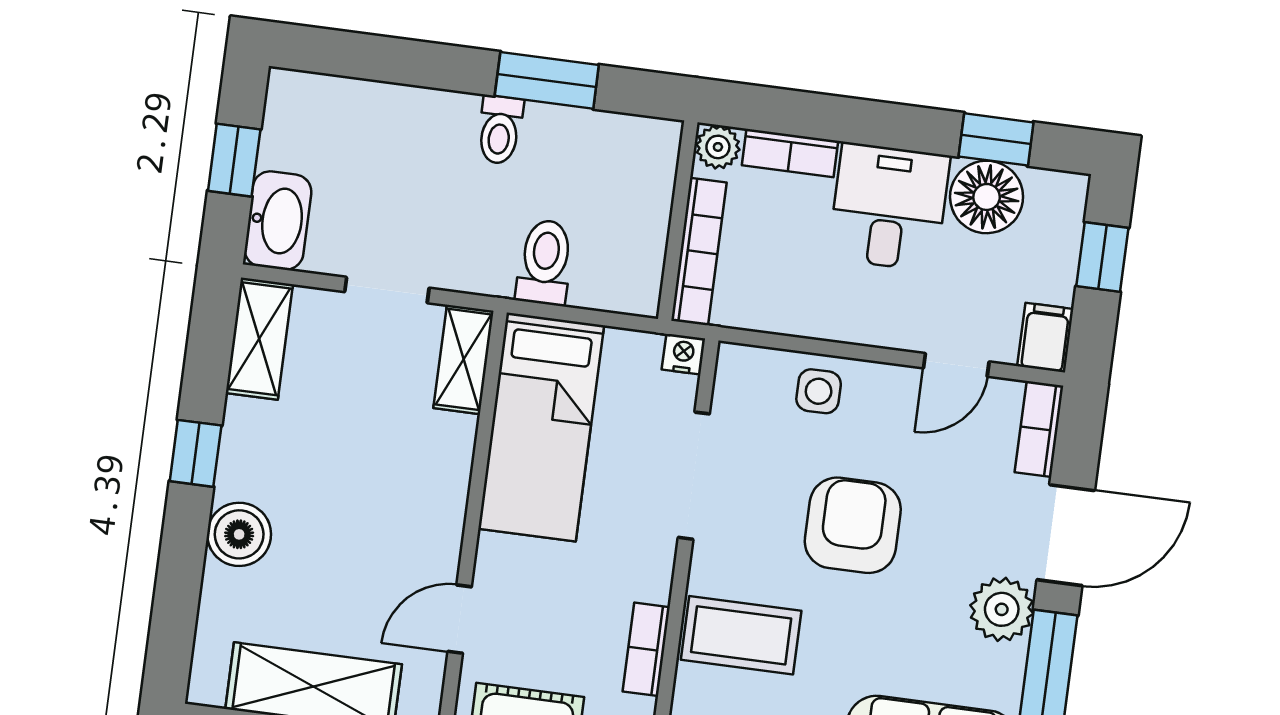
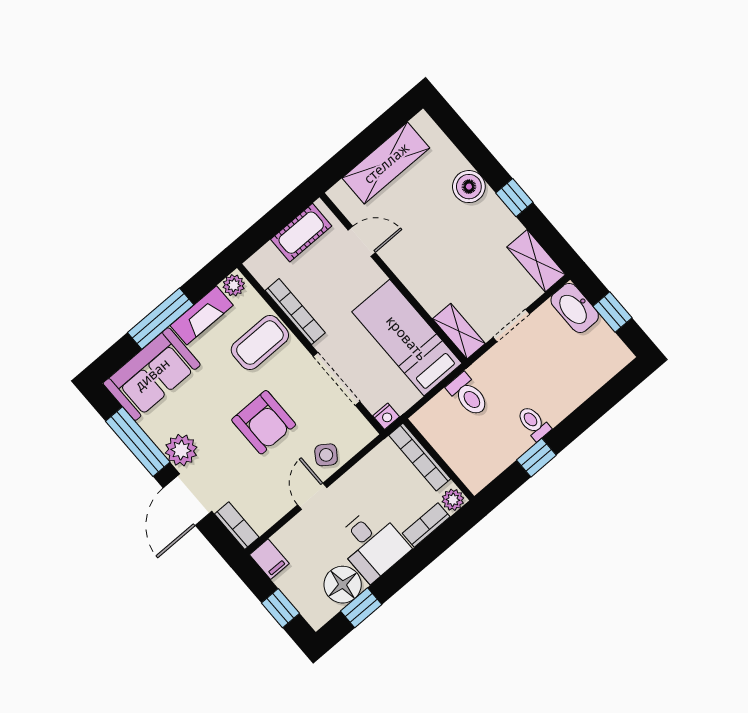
window: (547, 80) -> (536, 458), width x0.67
door: (956, 365) -> (312, 496), moved
side table: (819, 391) -> (326, 455), turned 35
door: (460, 619) -> (362, 241), hinge flipped
bookcase: (646, 649) -> (295, 312), width x1.56

